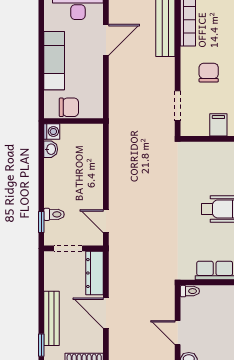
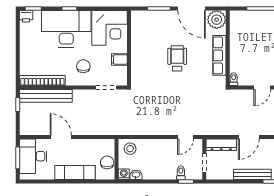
chair: (209, 73) -> (83, 66), turned 89
stool: (89, 141) -> (130, 149), added

